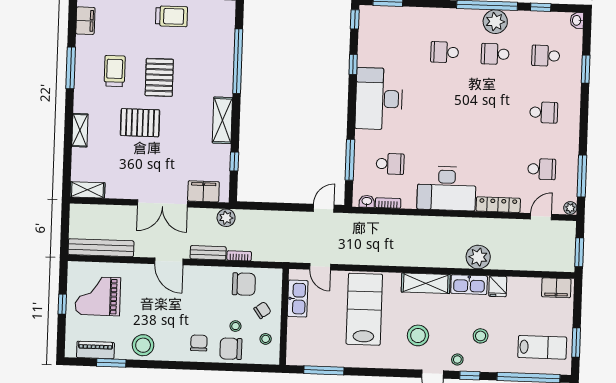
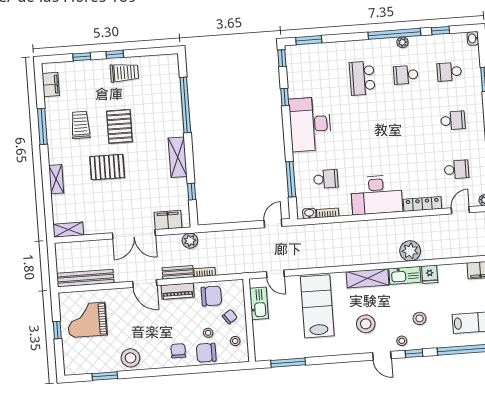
plant: (495, 22) -> (402, 42), width x0.53, depth x0.53
school desk: (445, 52) -> (362, 78), width x1.85
piano: (95, 350) -> (178, 291), moved, turned 180

